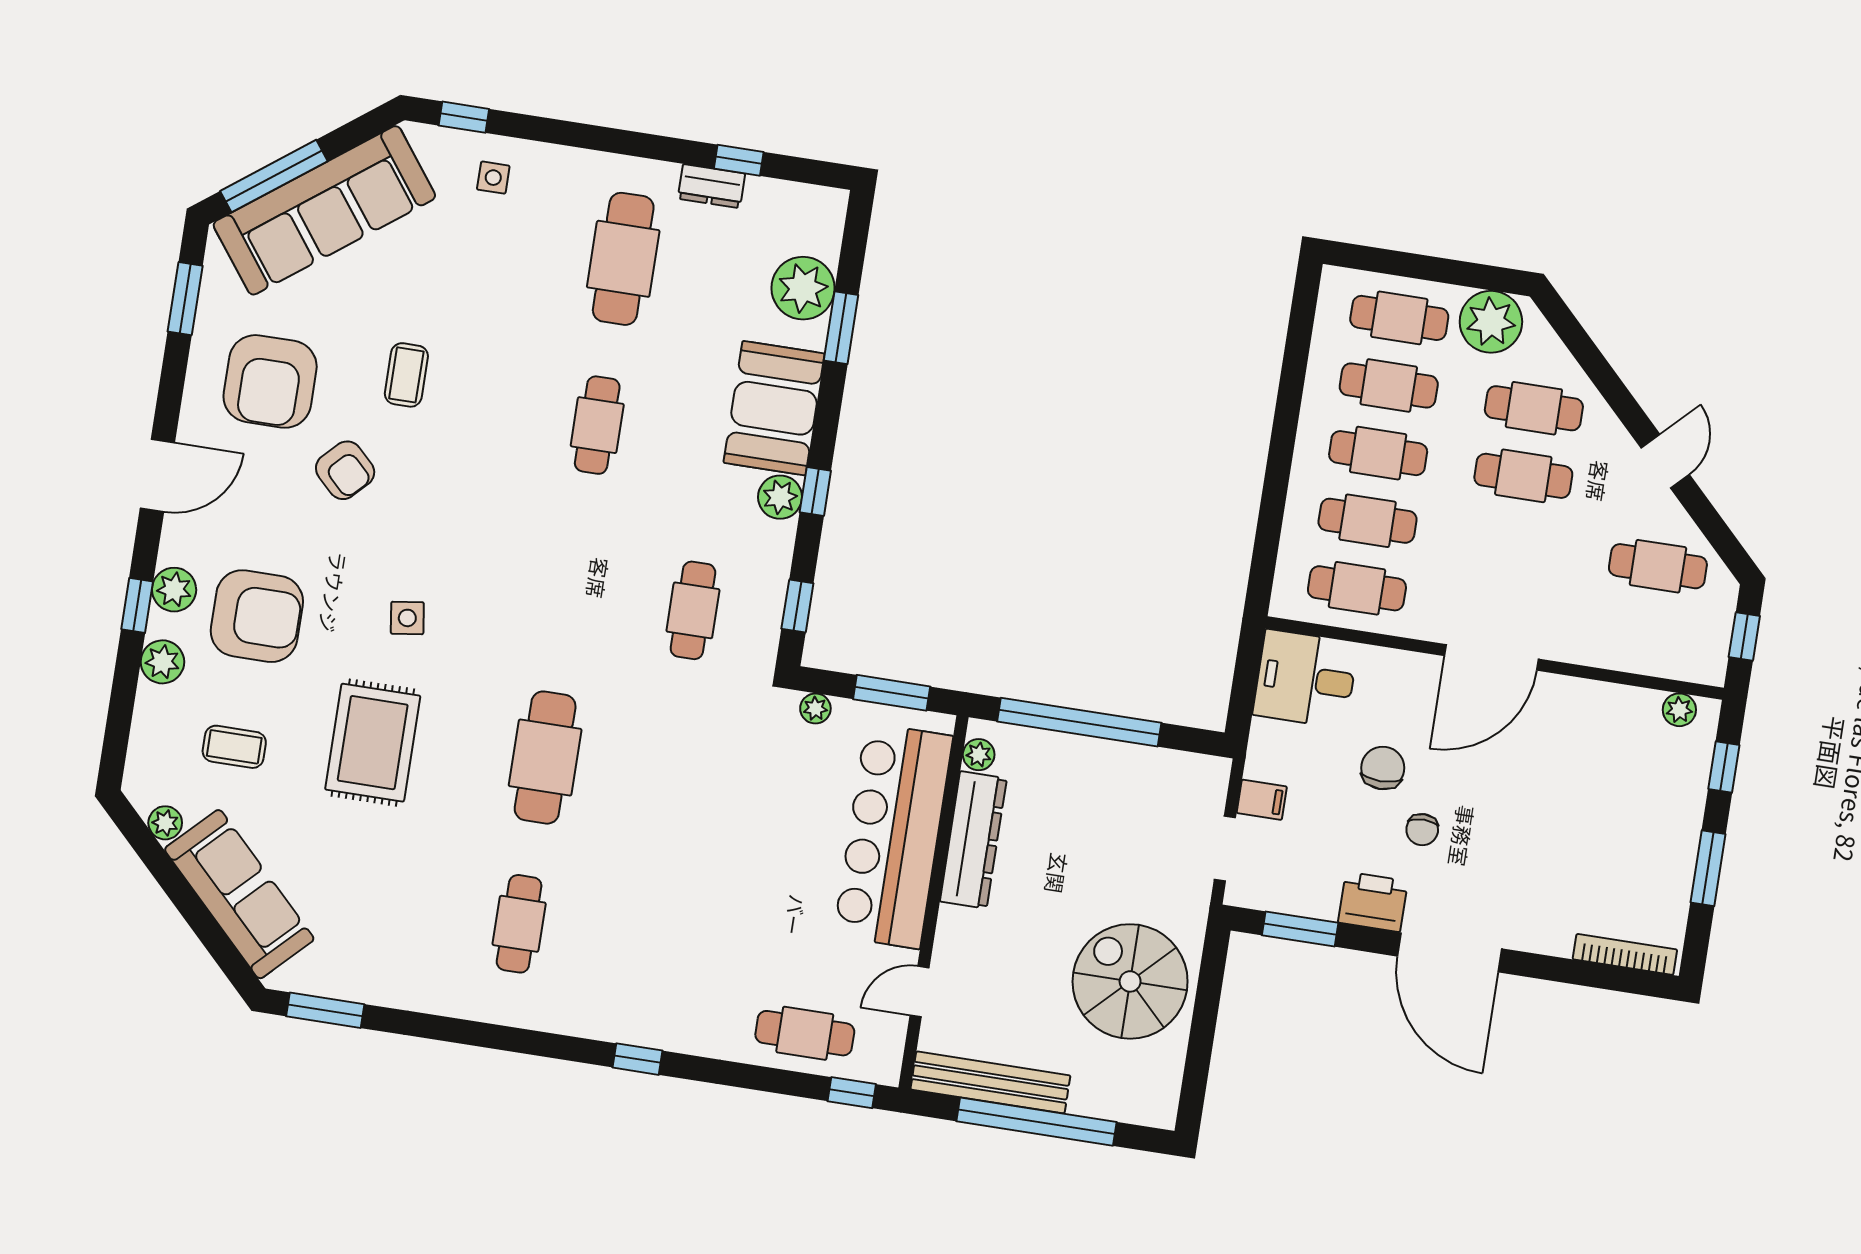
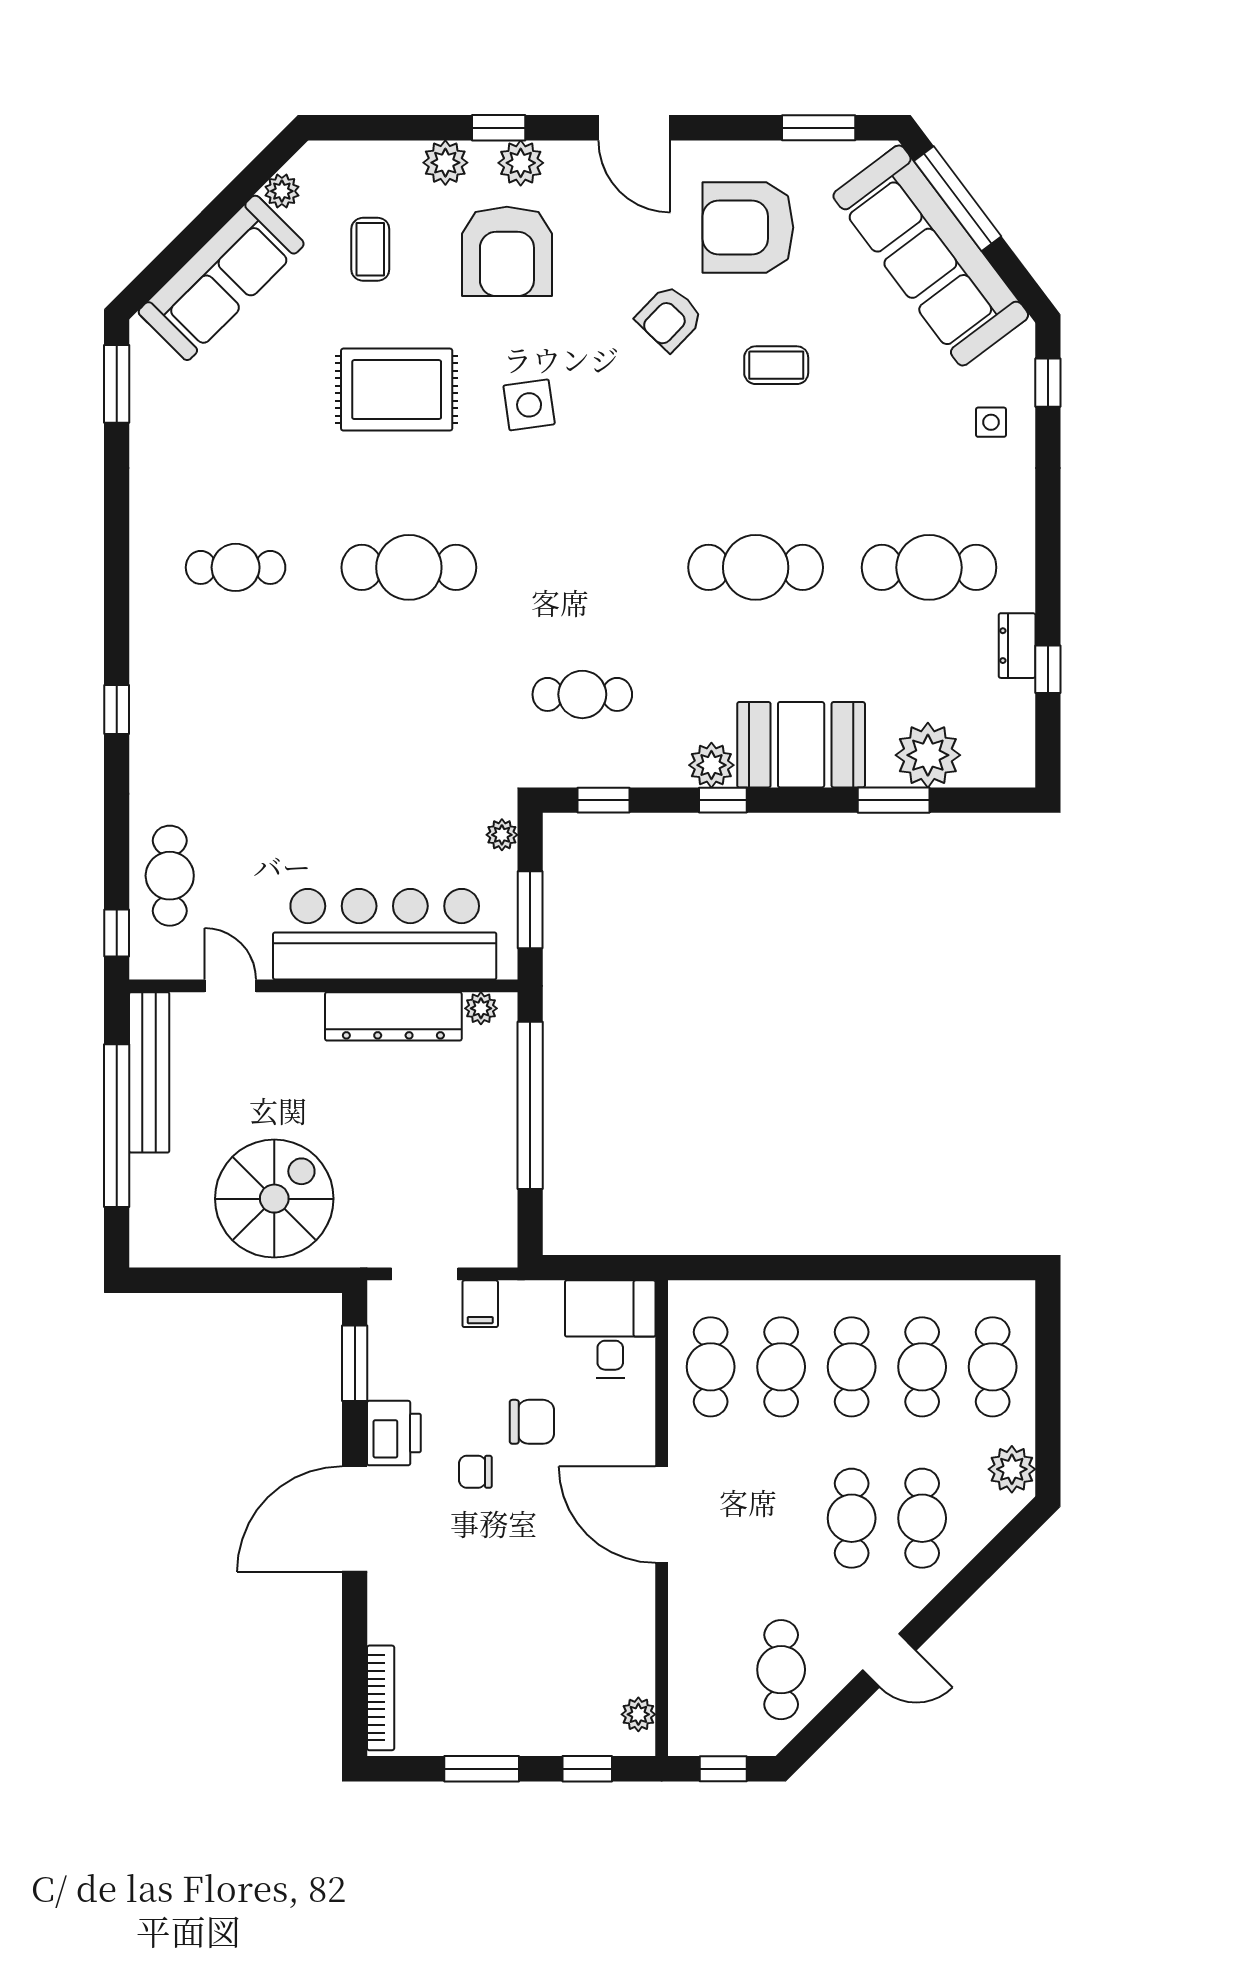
plant: (1491, 322) -> (1012, 1469), width x0.73, depth x0.73
cafe table: (597, 425) -> (756, 567), width x1.37, depth x1.35
side table: (407, 618) -> (529, 405), width x1.37, depth x1.37

